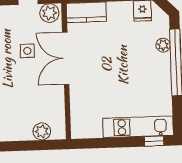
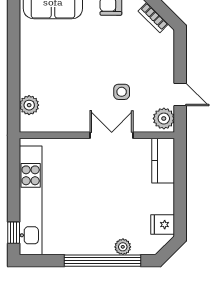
double door: (66, 58) -> (112, 135), width x0.73
kitchen unit: (138, 127) -> (31, 200), width x1.36

